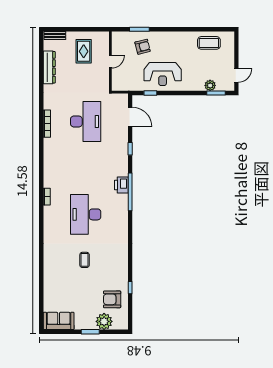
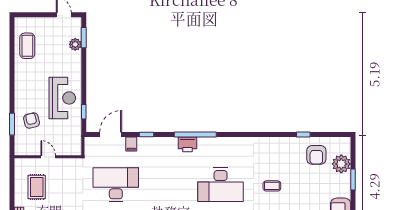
rug: (84, 51) -> (37, 187), turned 90
filing cabinet: (122, 135) -> (131, 144), added

